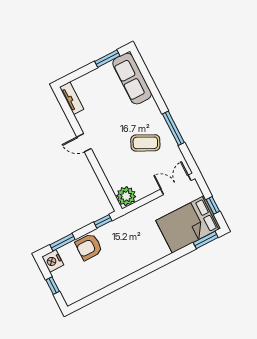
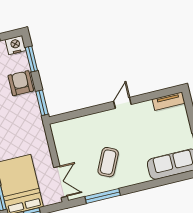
window: (173, 128) -> (103, 196), moved
plant: (126, 196) -> (61, 131), removed
window: (103, 221) -> (42, 103), width x1.50

